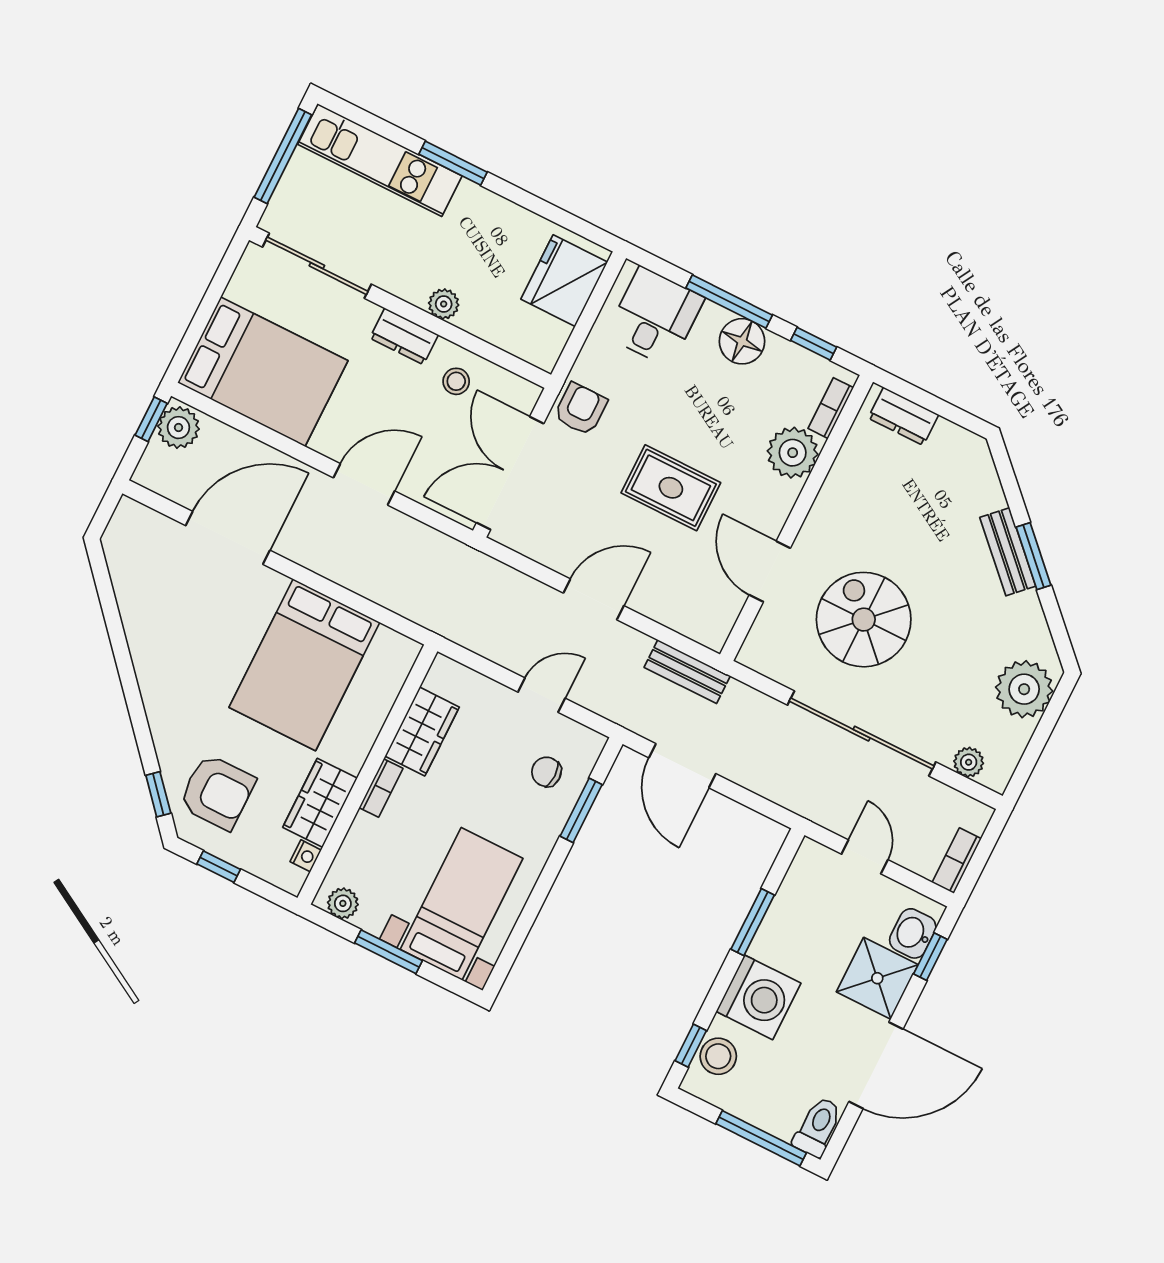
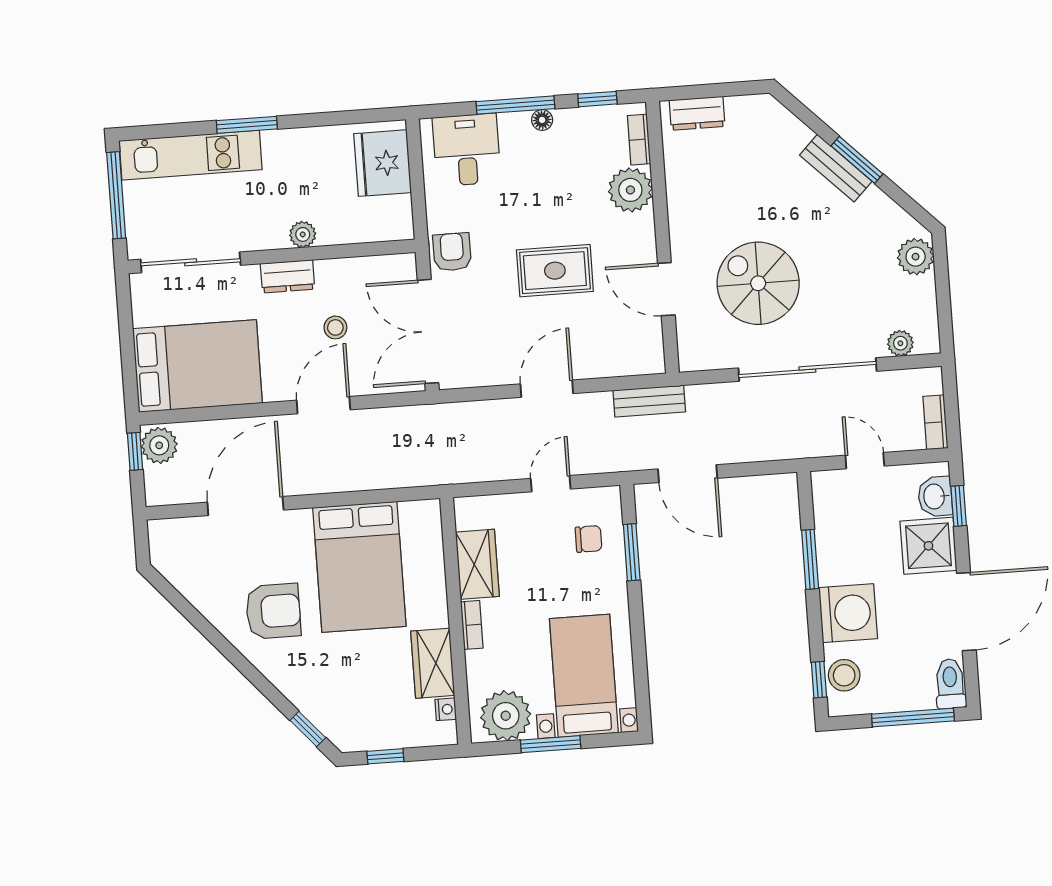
floor lamp: (742, 341) -> (542, 120), width x0.53, depth x0.53
stool: (456, 381) -> (335, 327), moved
plant: (1024, 689) -> (916, 257), width x0.73, depth x0.73
chair: (546, 772) -> (589, 539), turned 180
armchair: (217, 792) -> (273, 611), moved
plant: (343, 903) -> (506, 716), width x1.87, depth x1.87

